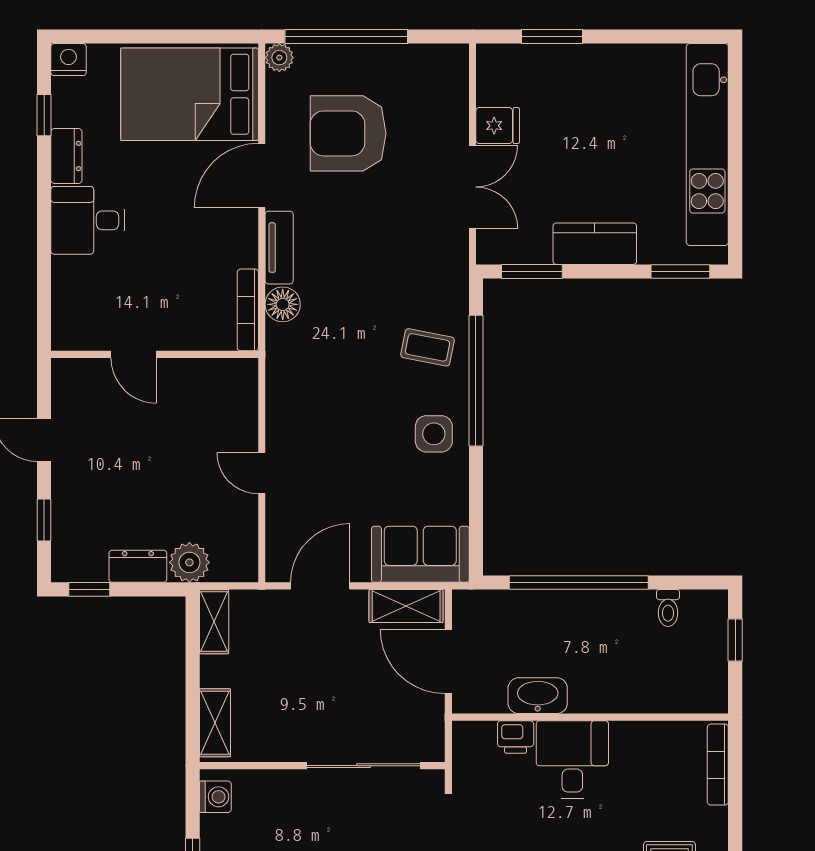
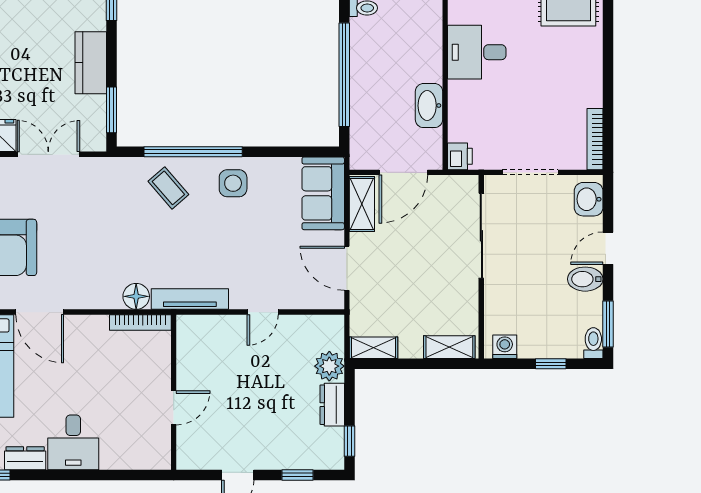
tv unit: (279, 248) -> (190, 299), moved, width x1.41
coffee table: (427, 347) -> (168, 188), turned -52
printer: (516, 737) -> (460, 156), moved
desk: (572, 760) -> (477, 52), moved

